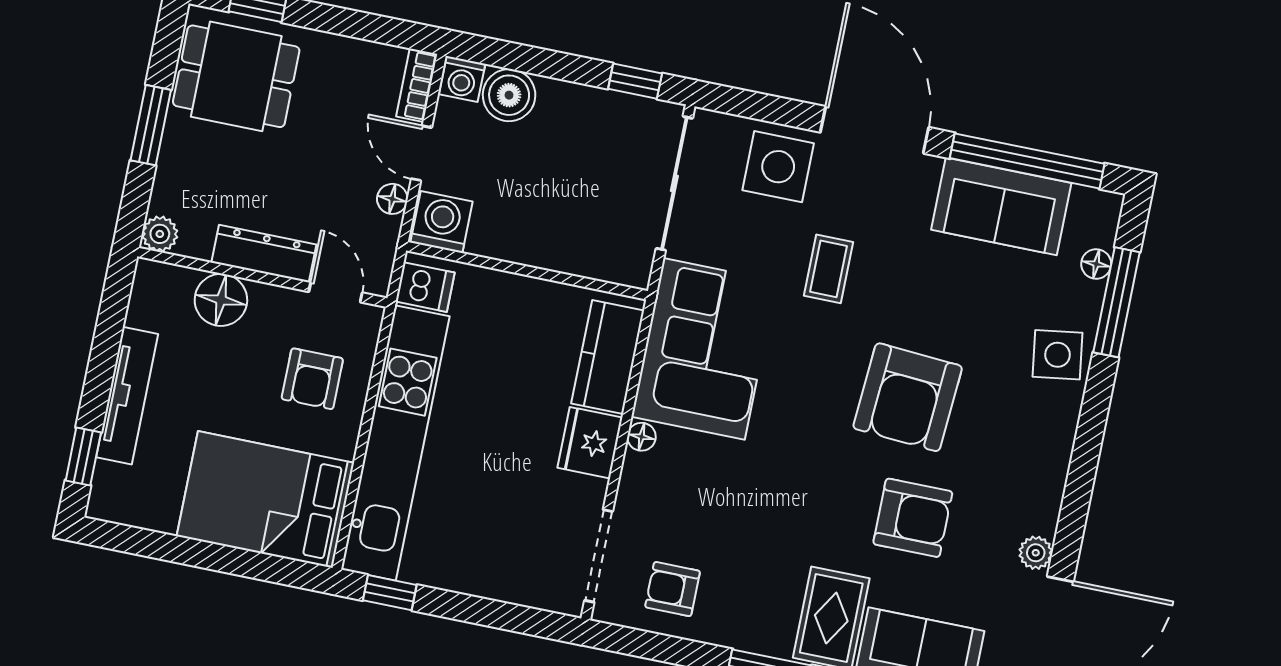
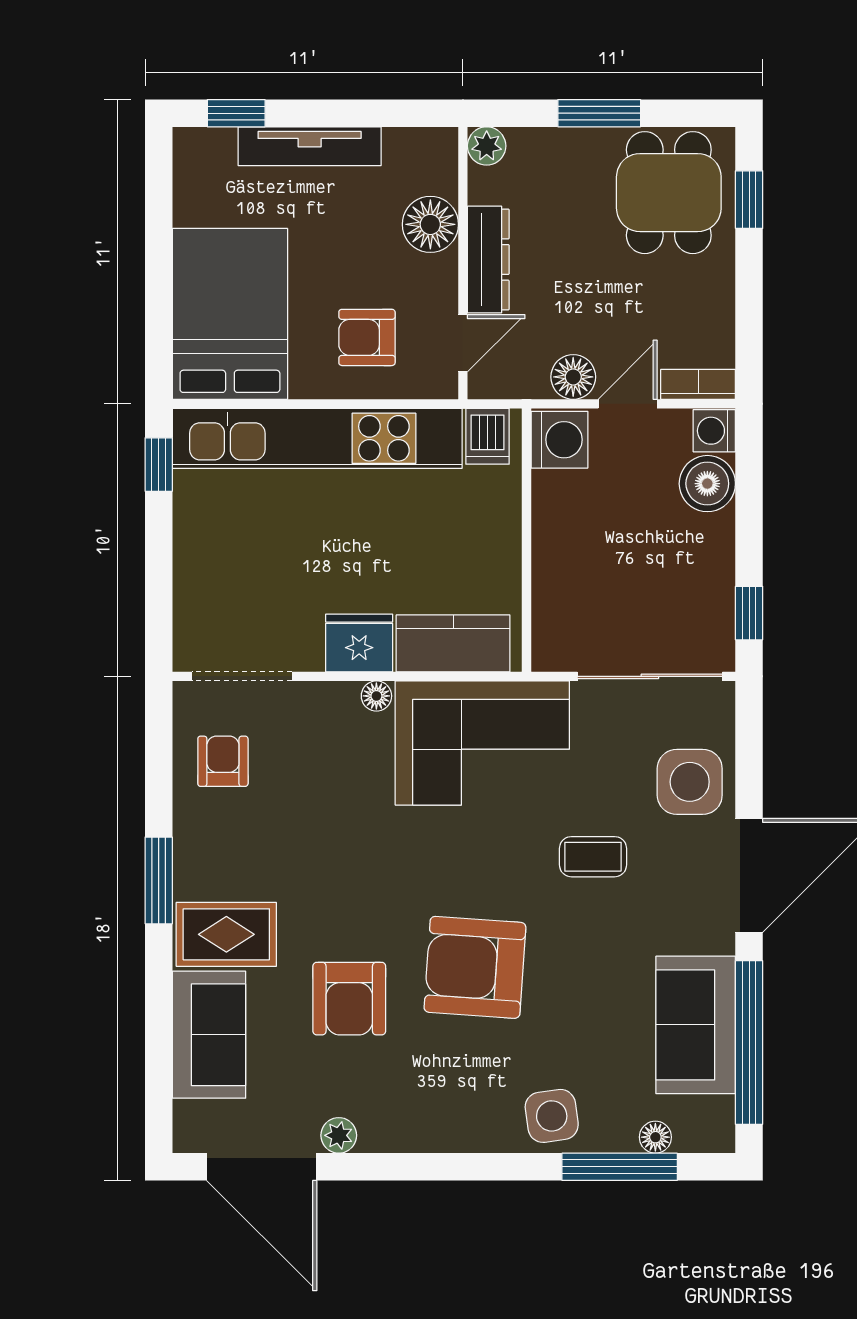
floor lamp: (392, 199) -> (573, 377), width x1.37, depth x1.37

